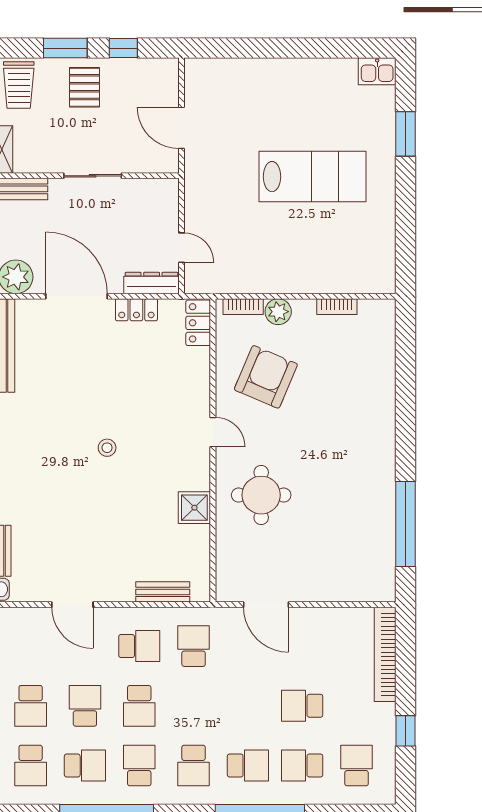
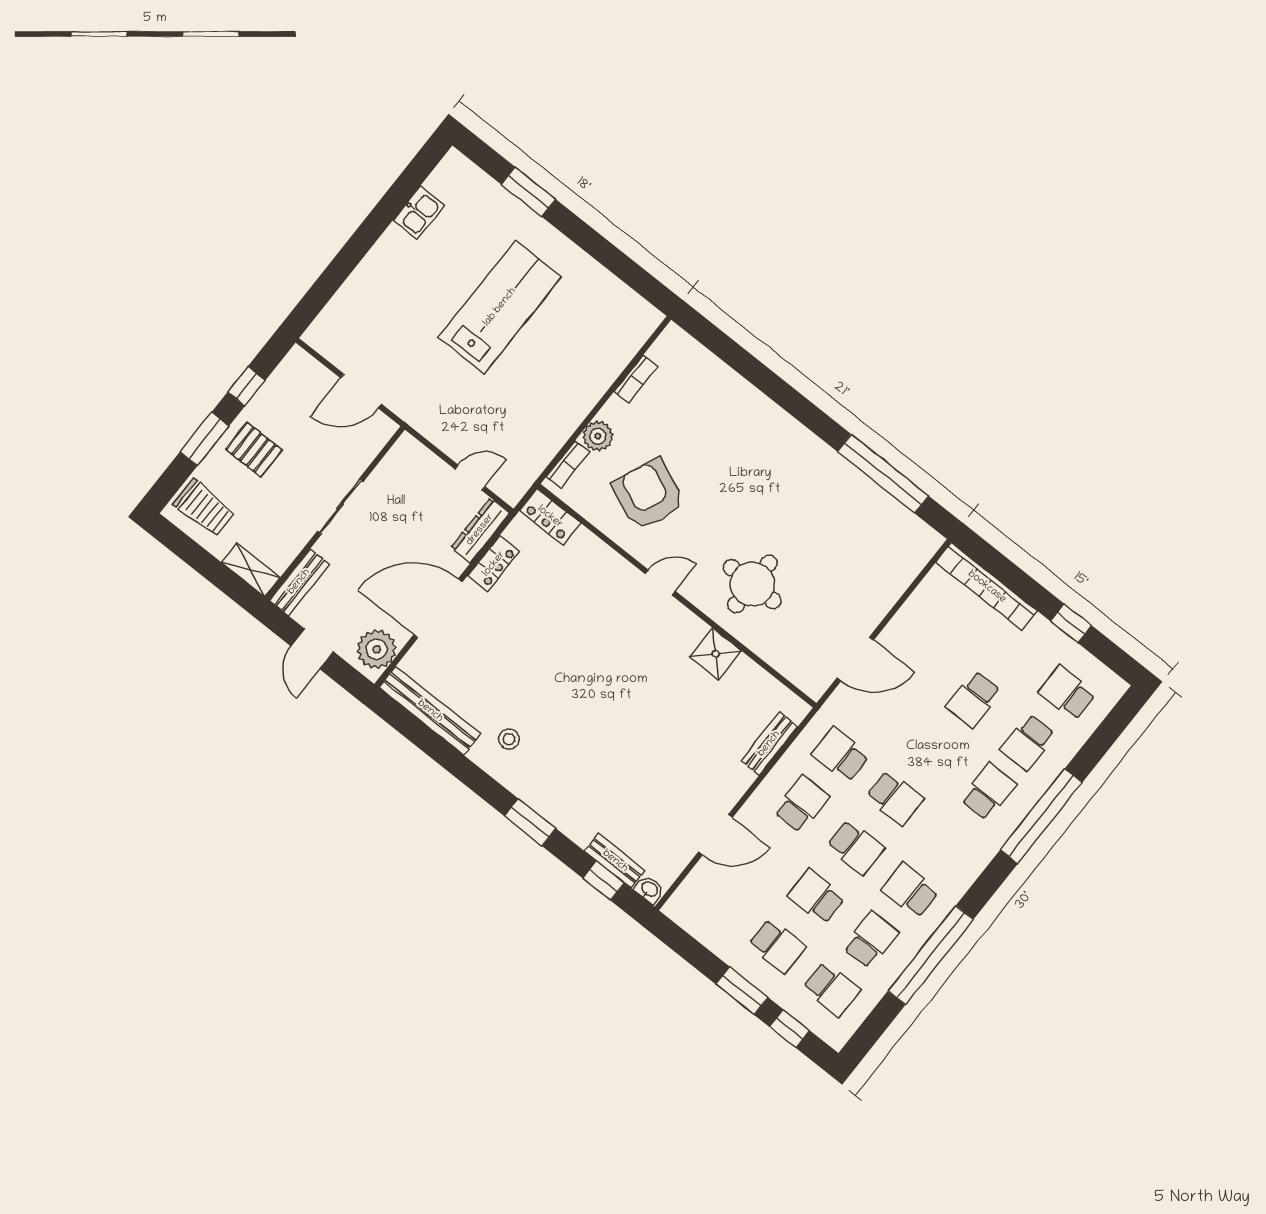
kitchen sink: (377, 71) -> (419, 213), moved
stool: (107, 448) -> (509, 739), moved
school desk: (194, 766) -> (895, 798), moved

